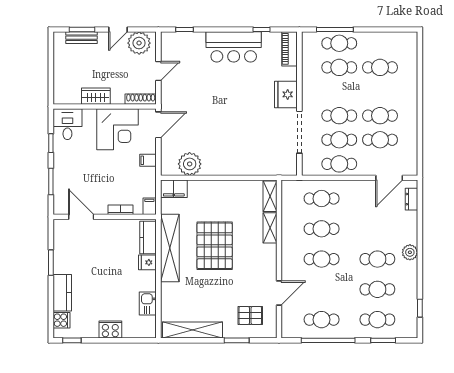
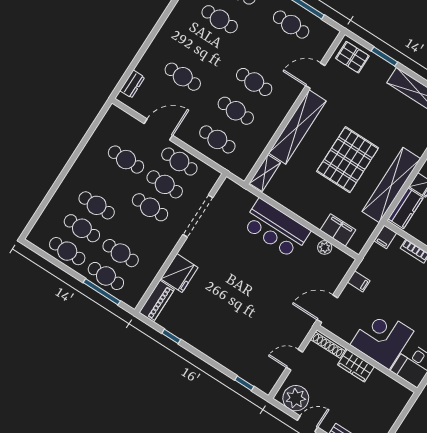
cafe table: (380, 43) -> (67, 251), added
bar counter: (234, 47) -> (276, 228), moved, turned 180
fridge: (286, 94) -> (179, 273), moved
wardrobe: (96, 96) -> (356, 366), moved
cafe table: (380, 116) -> (97, 205), moved
corner desk: (117, 129) -> (382, 338), moved
plant: (190, 164) -> (325, 247), width x0.53, depth x0.53
door: (389, 178) -> (158, 129), moved
filing cabinet: (174, 189) -> (338, 230), moved
shelving: (270, 228) -> (297, 127), width x2.20, depth x1.33
plant: (410, 252) -> (166, 35), removed
cafe table: (377, 259) -> (183, 77), moved
pallet: (250, 315) -> (352, 57), moved

